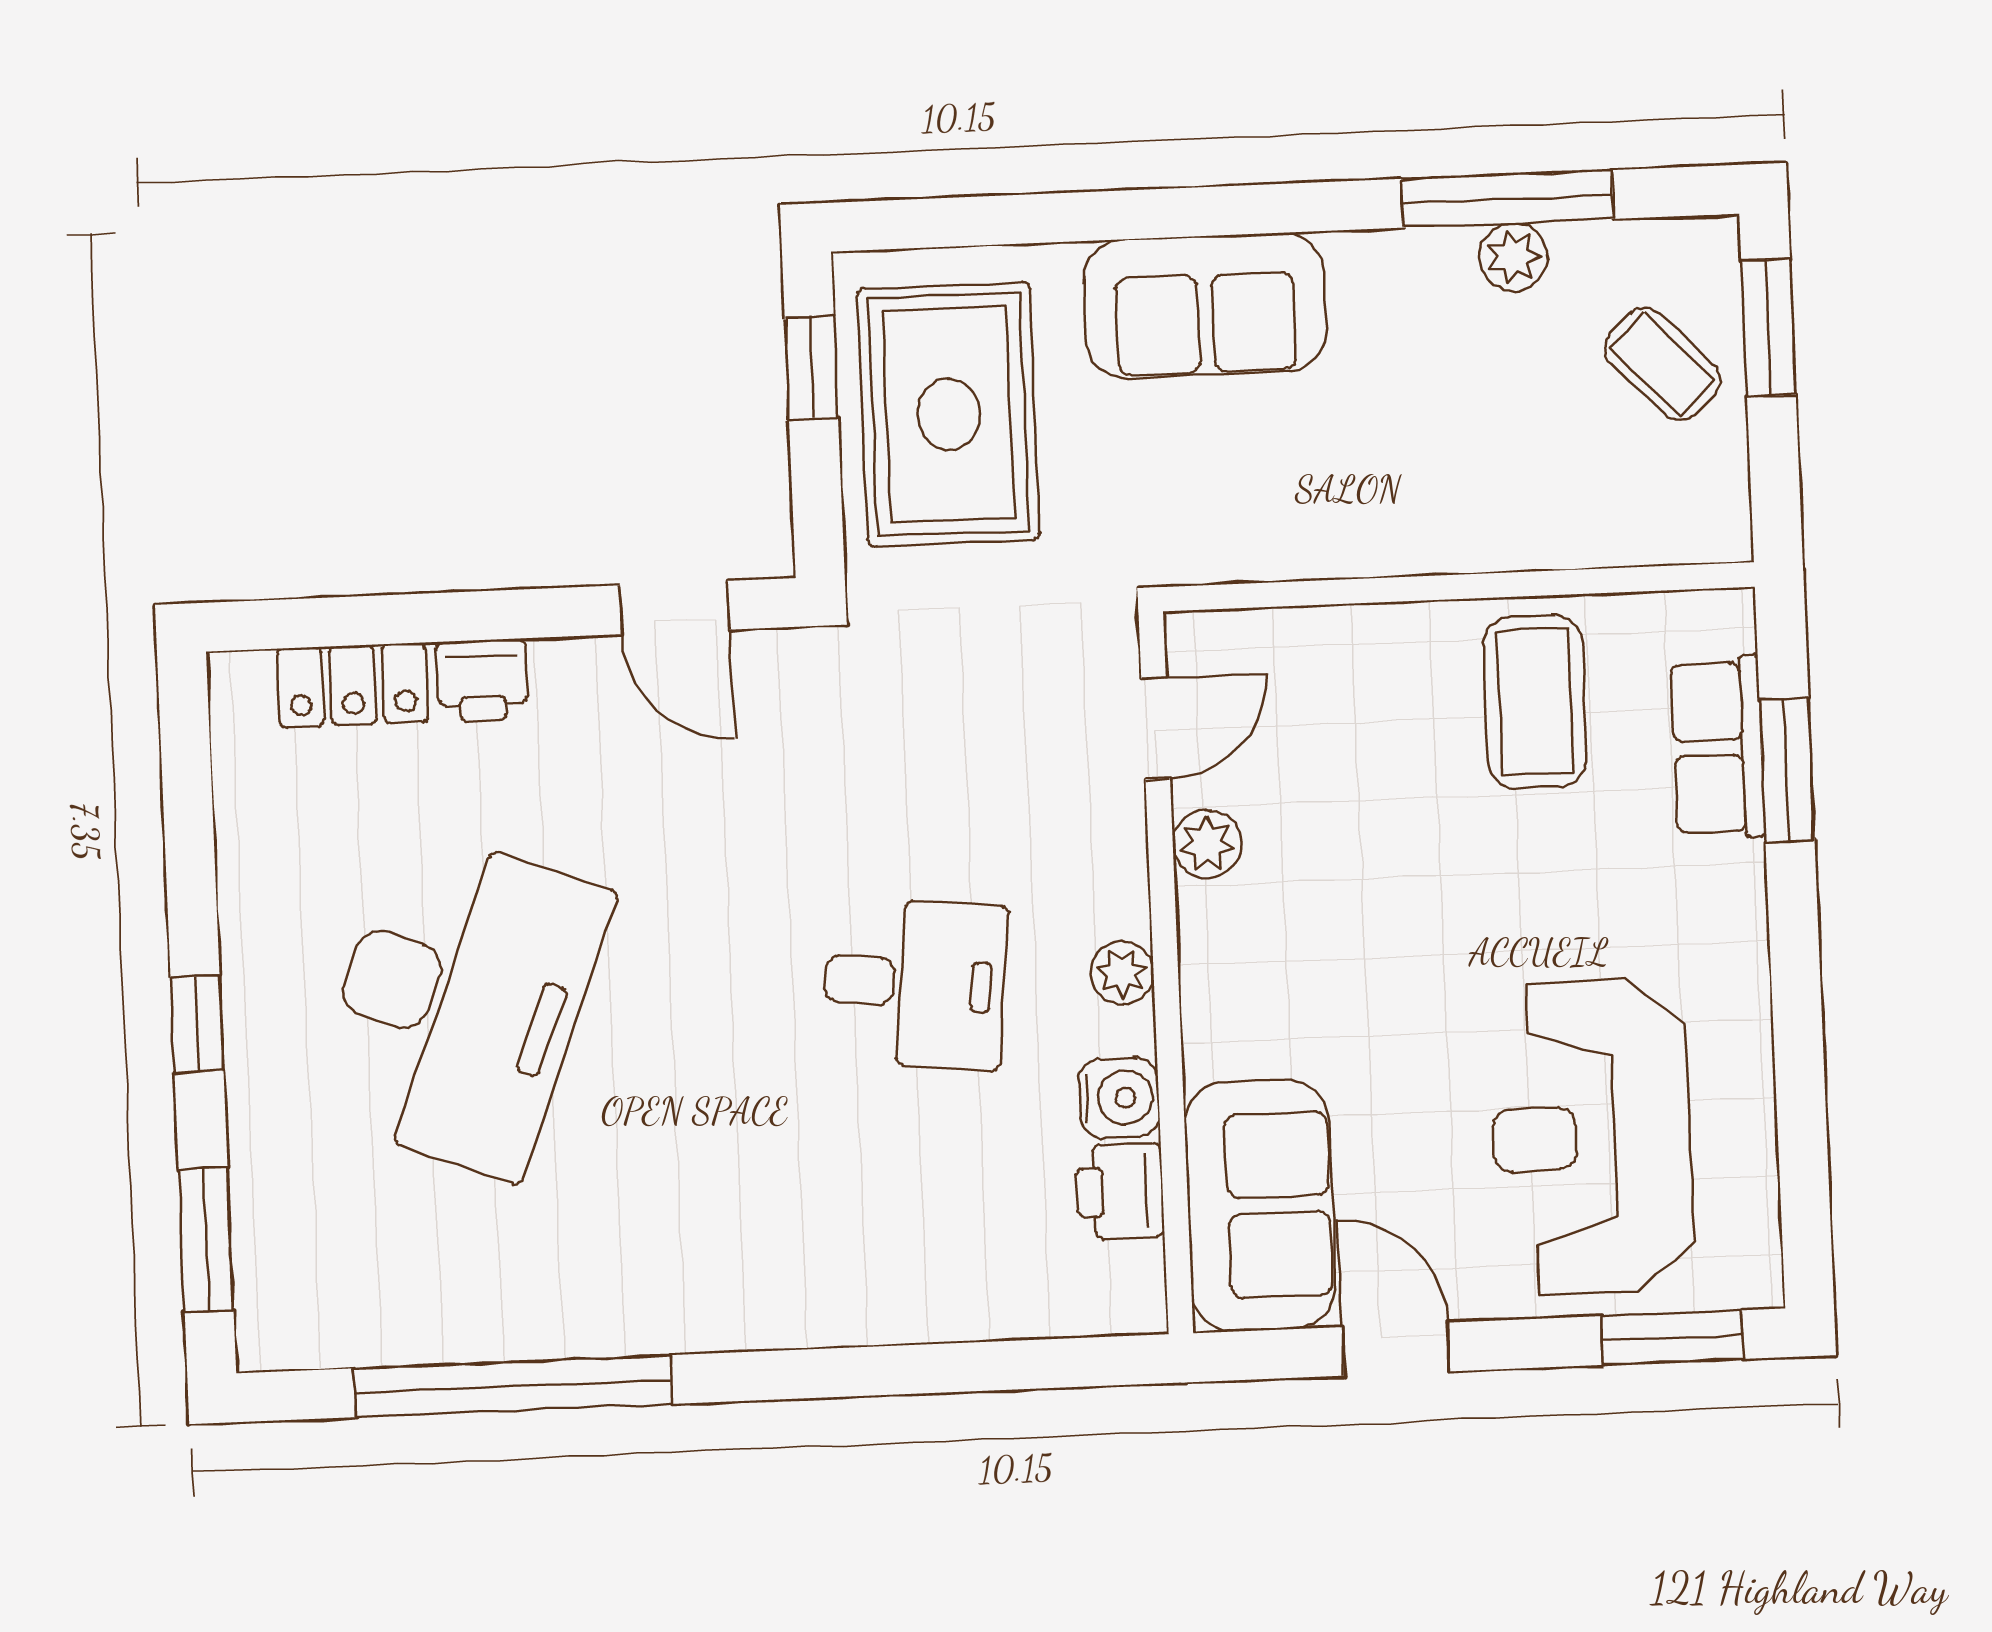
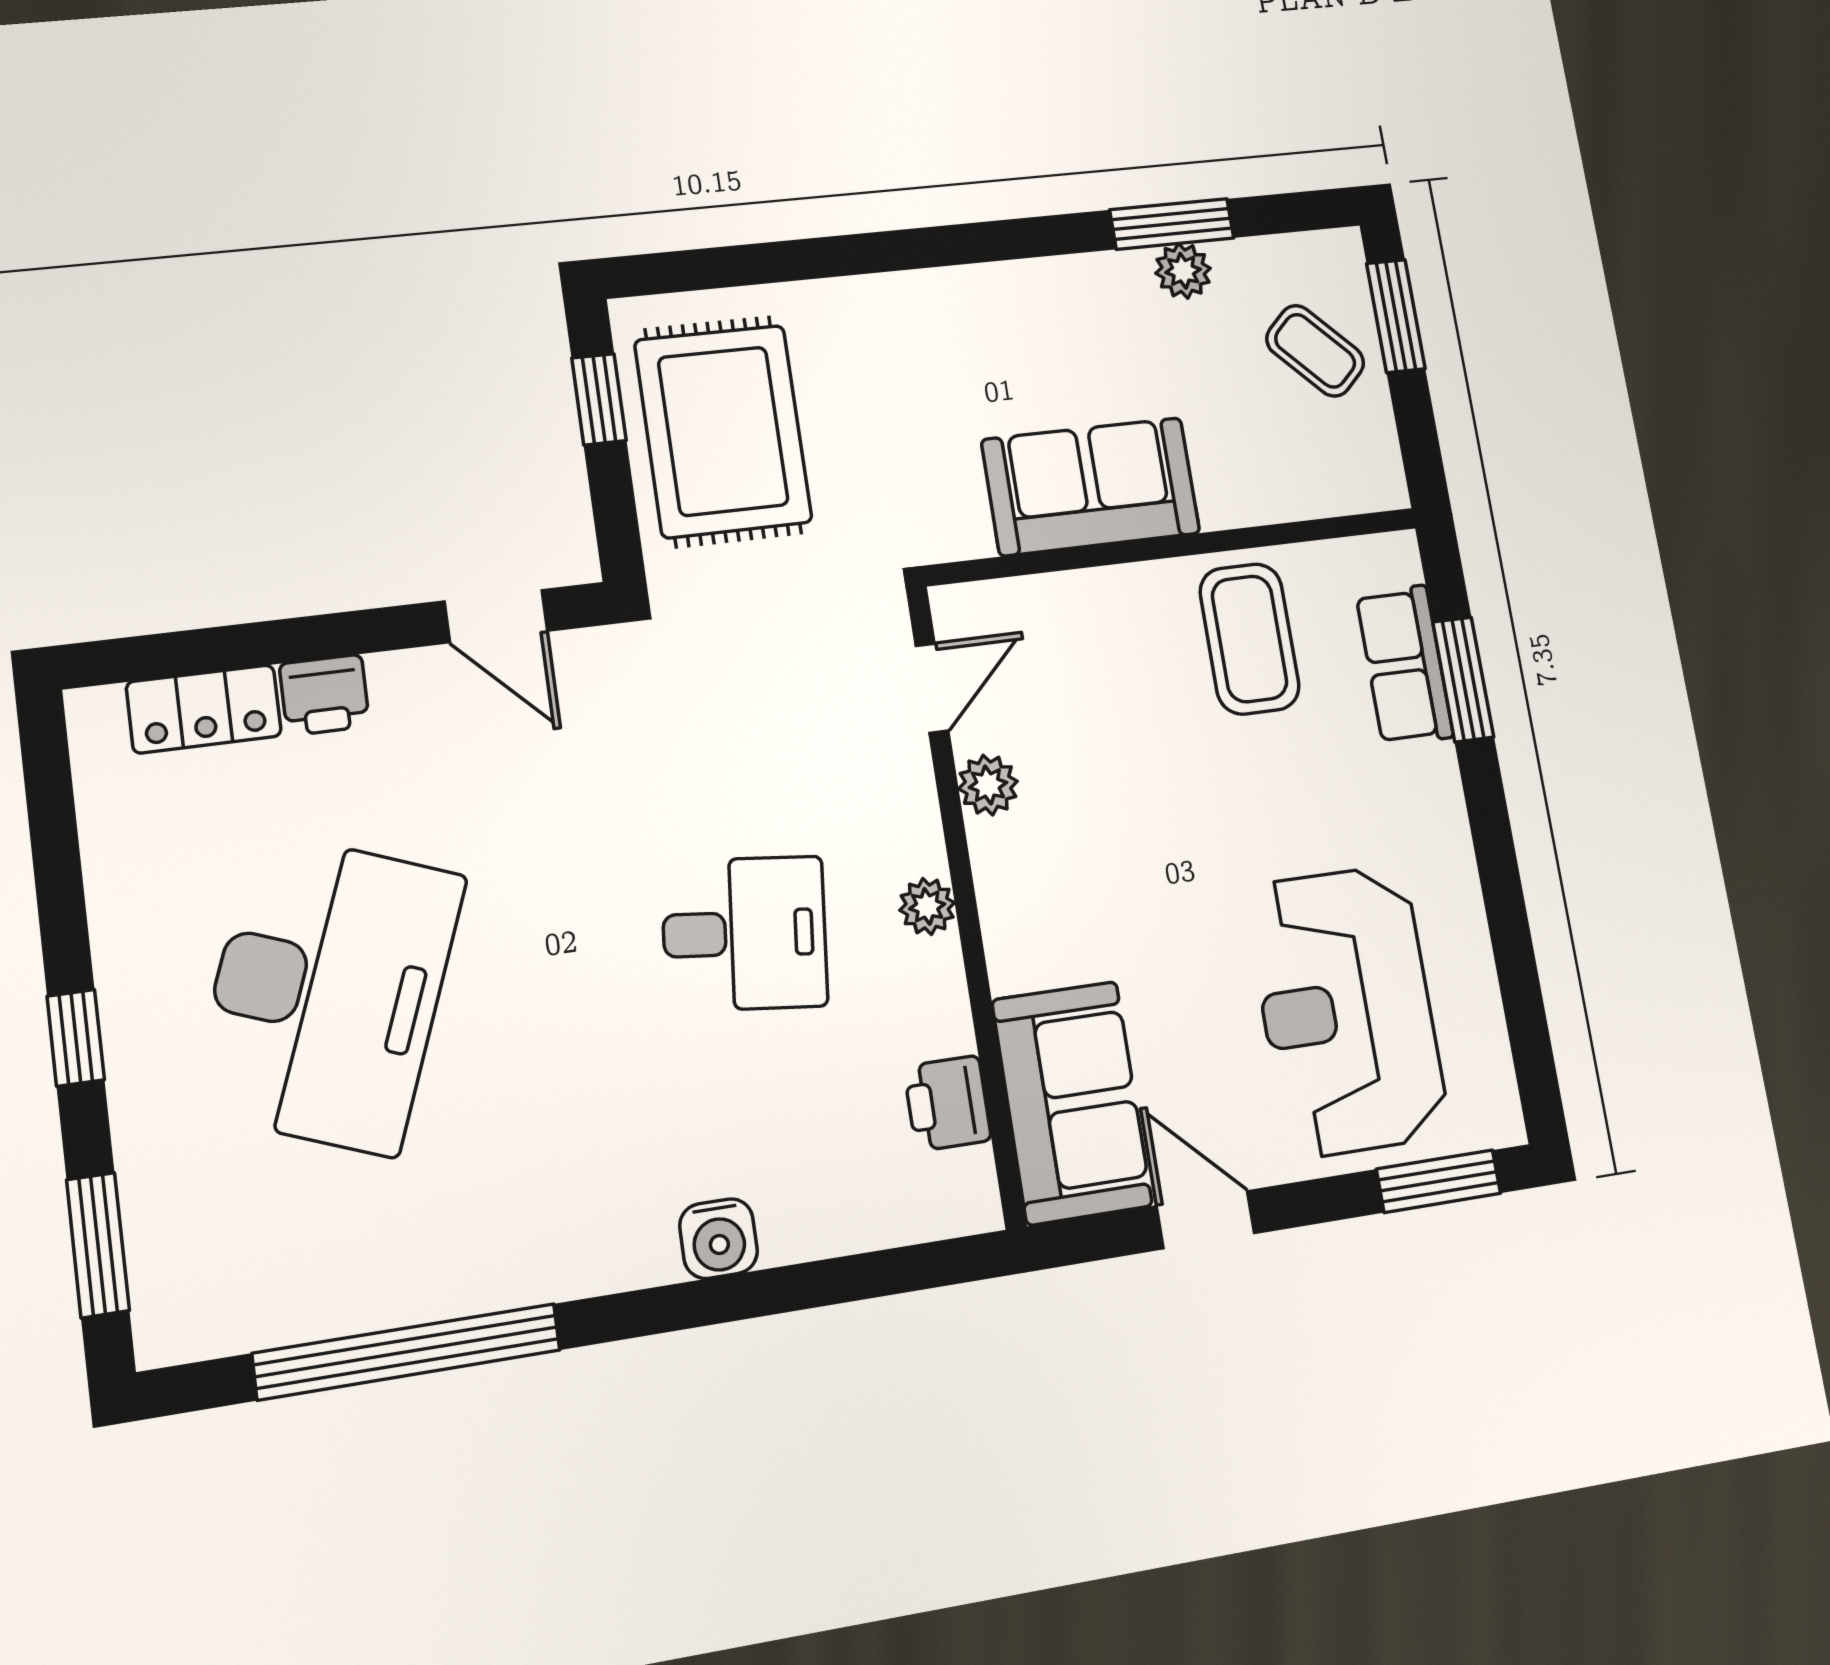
window: (1507, 199) -> (1172, 224), width x0.69
sofa: (1205, 306) -> (1091, 487), moved, turned 180
water cooler: (1119, 1098) -> (719, 1239), moved, turned 90

